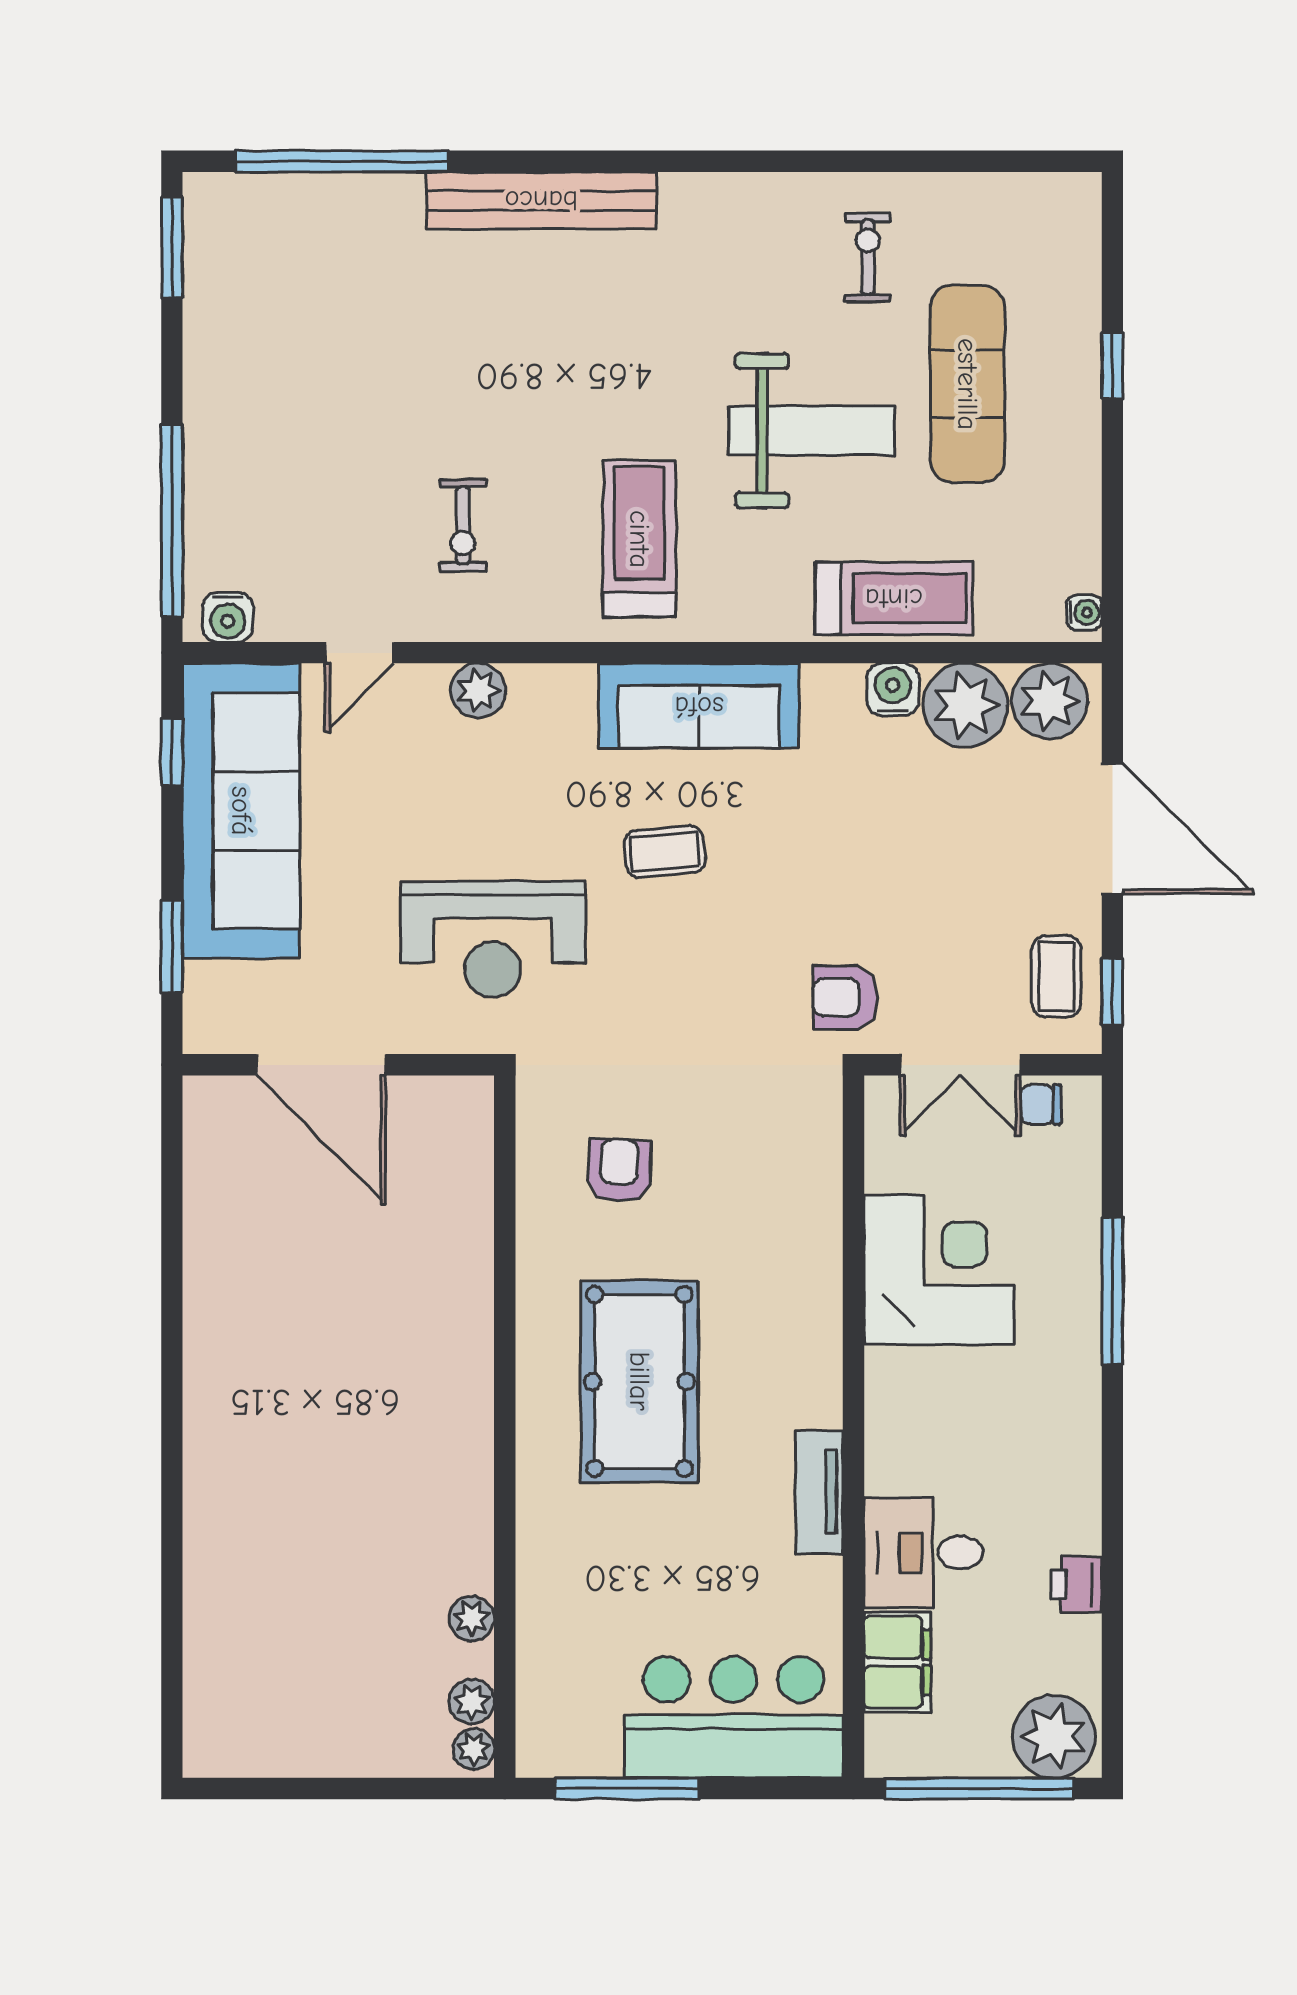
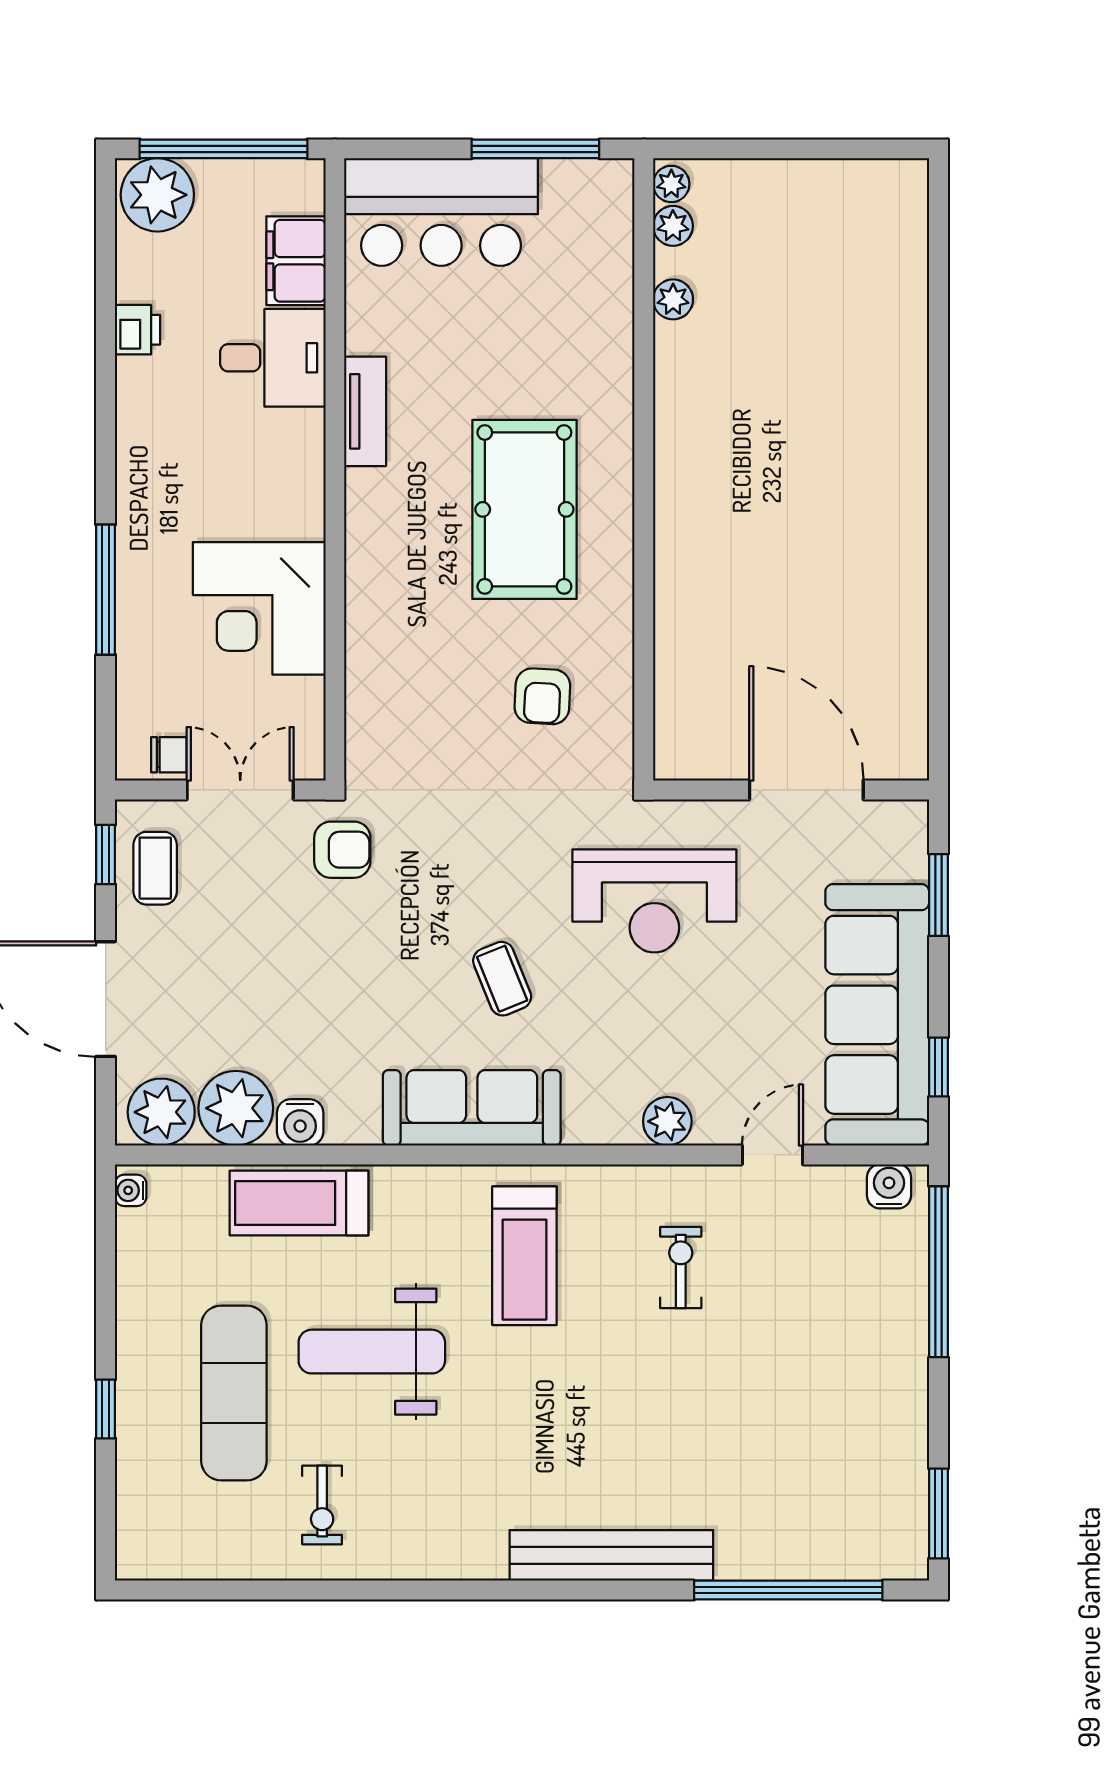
coffee table: (665, 852) -> (502, 979), turned 73
reception desk: (493, 939) -> (654, 901), turned 180

